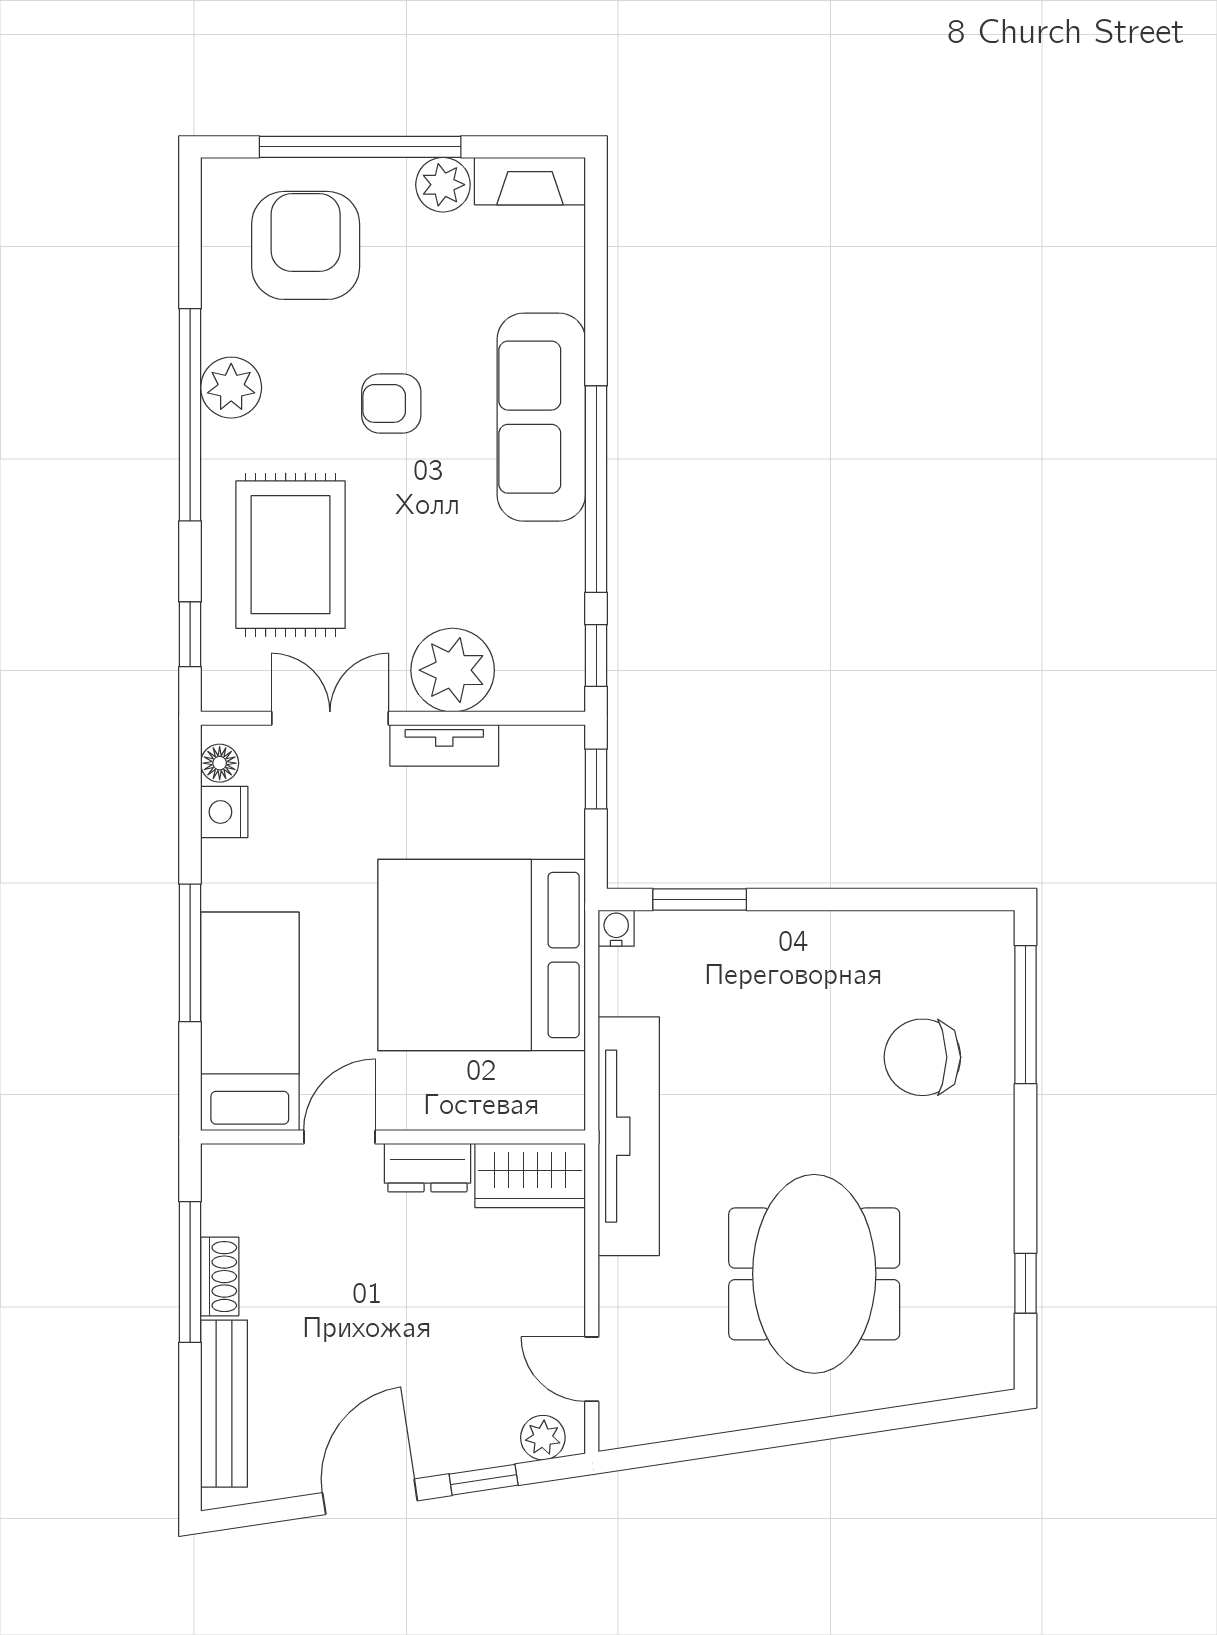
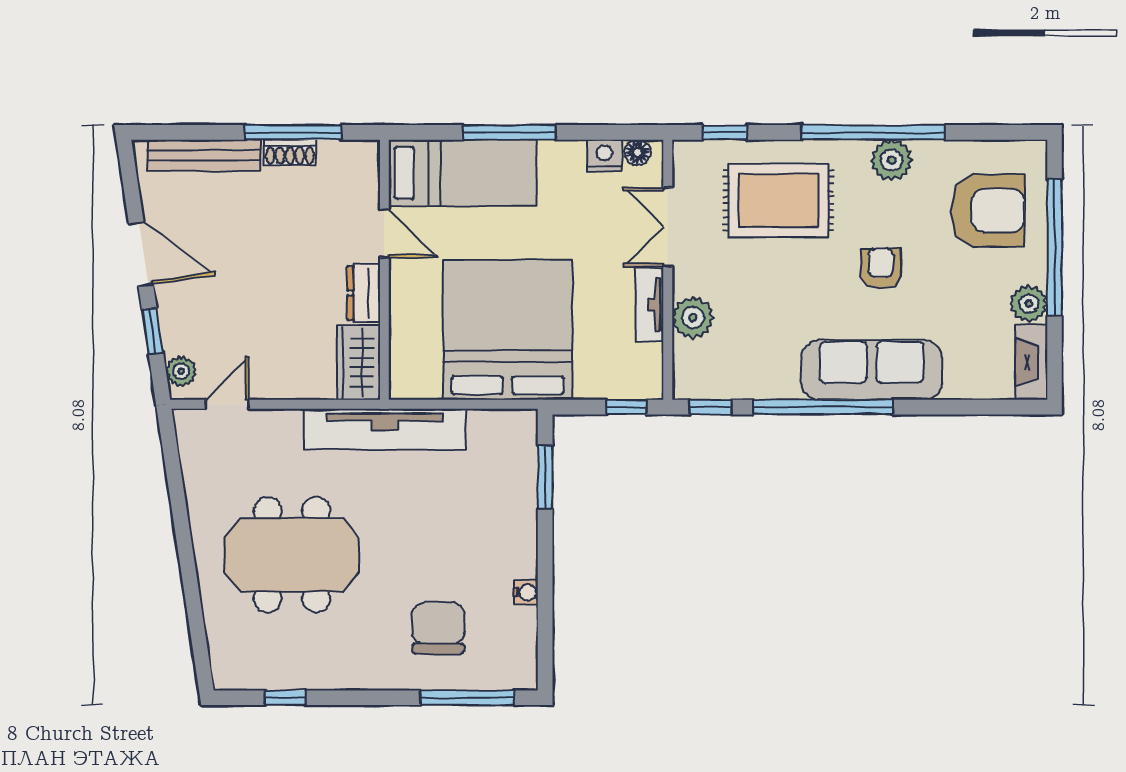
plant: (453, 670) -> (693, 318), width x0.73, depth x0.73
double door: (330, 718) -> (668, 227), swing flipped
water cooler: (616, 928) -> (526, 592), moved

